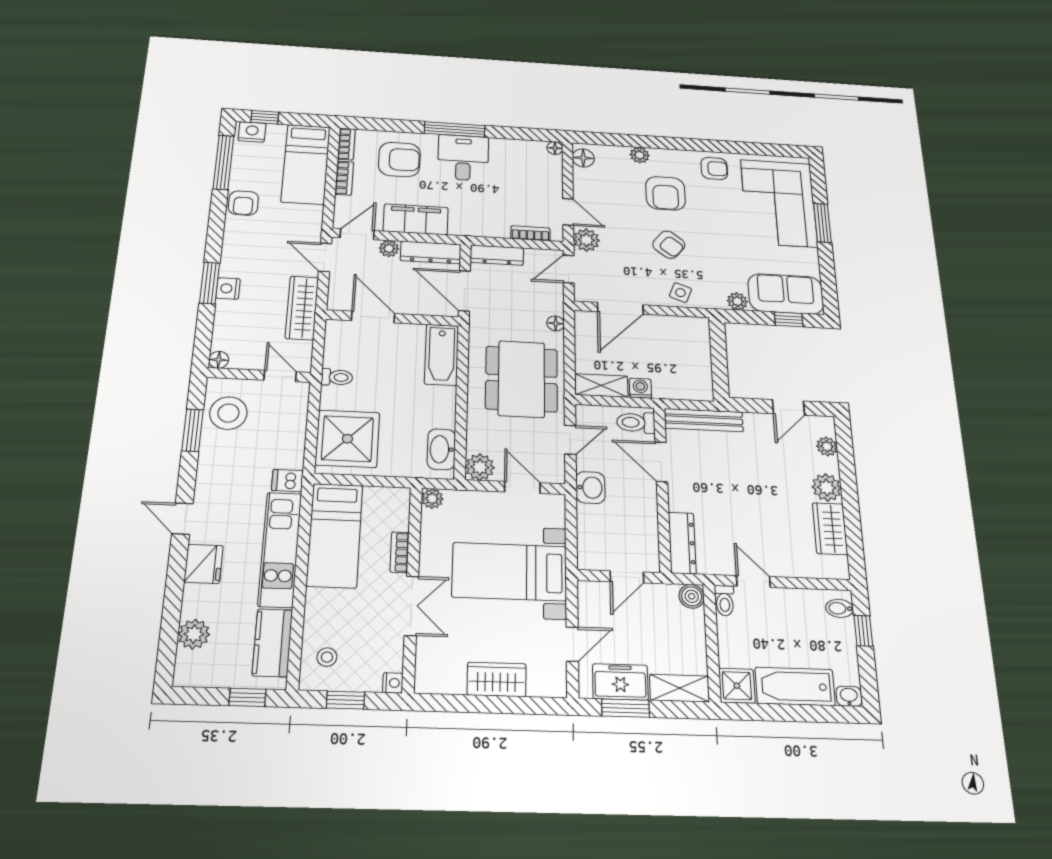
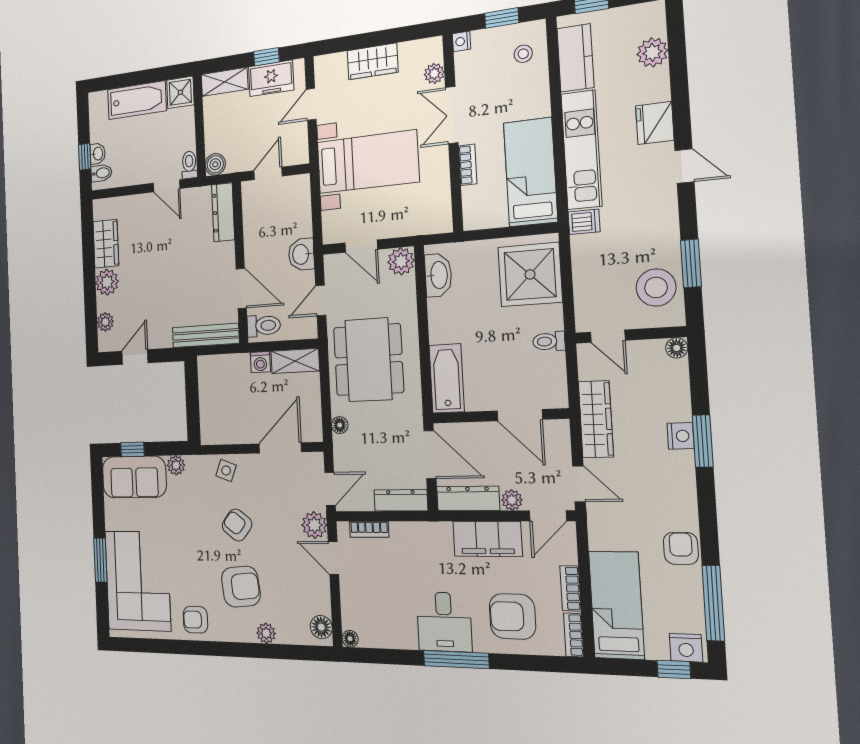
armchair: (665, 193) -> (241, 587), turned 84
plant: (432, 499) -> (434, 73), moved
washbasin: (849, 696) -> (98, 154), moved, turned -90
window: (626, 708) -> (266, 57), width x0.67

